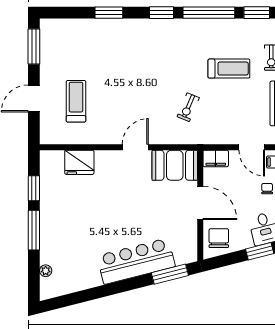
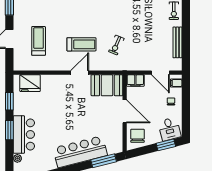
treadmill: (229, 69) -> (81, 44), moved
fridge: (79, 162) -> (30, 83), moved
window: (34, 230) -> (9, 130), width x0.69
bar counter: (55, 236) -> (24, 134), added

